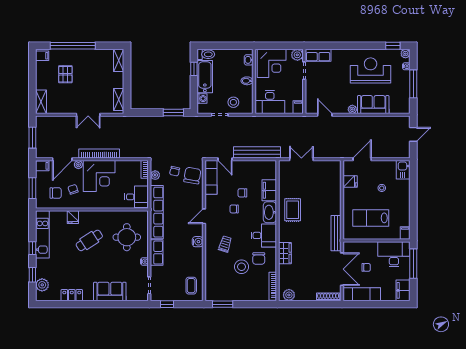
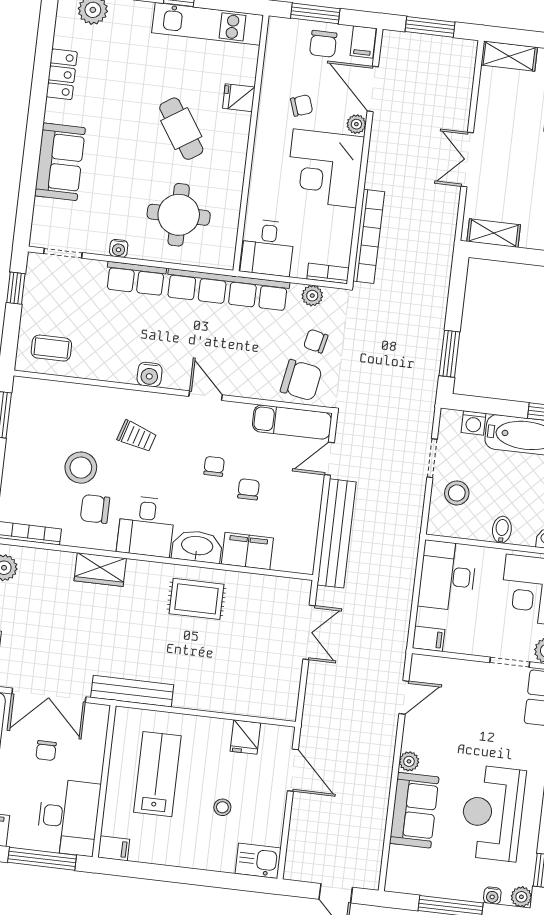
reception desk: (371, 70) -> (492, 813), turned 180
bookcase: (99, 154) -> (369, 236), moved
chair: (56, 193) -> (323, 44), moved

